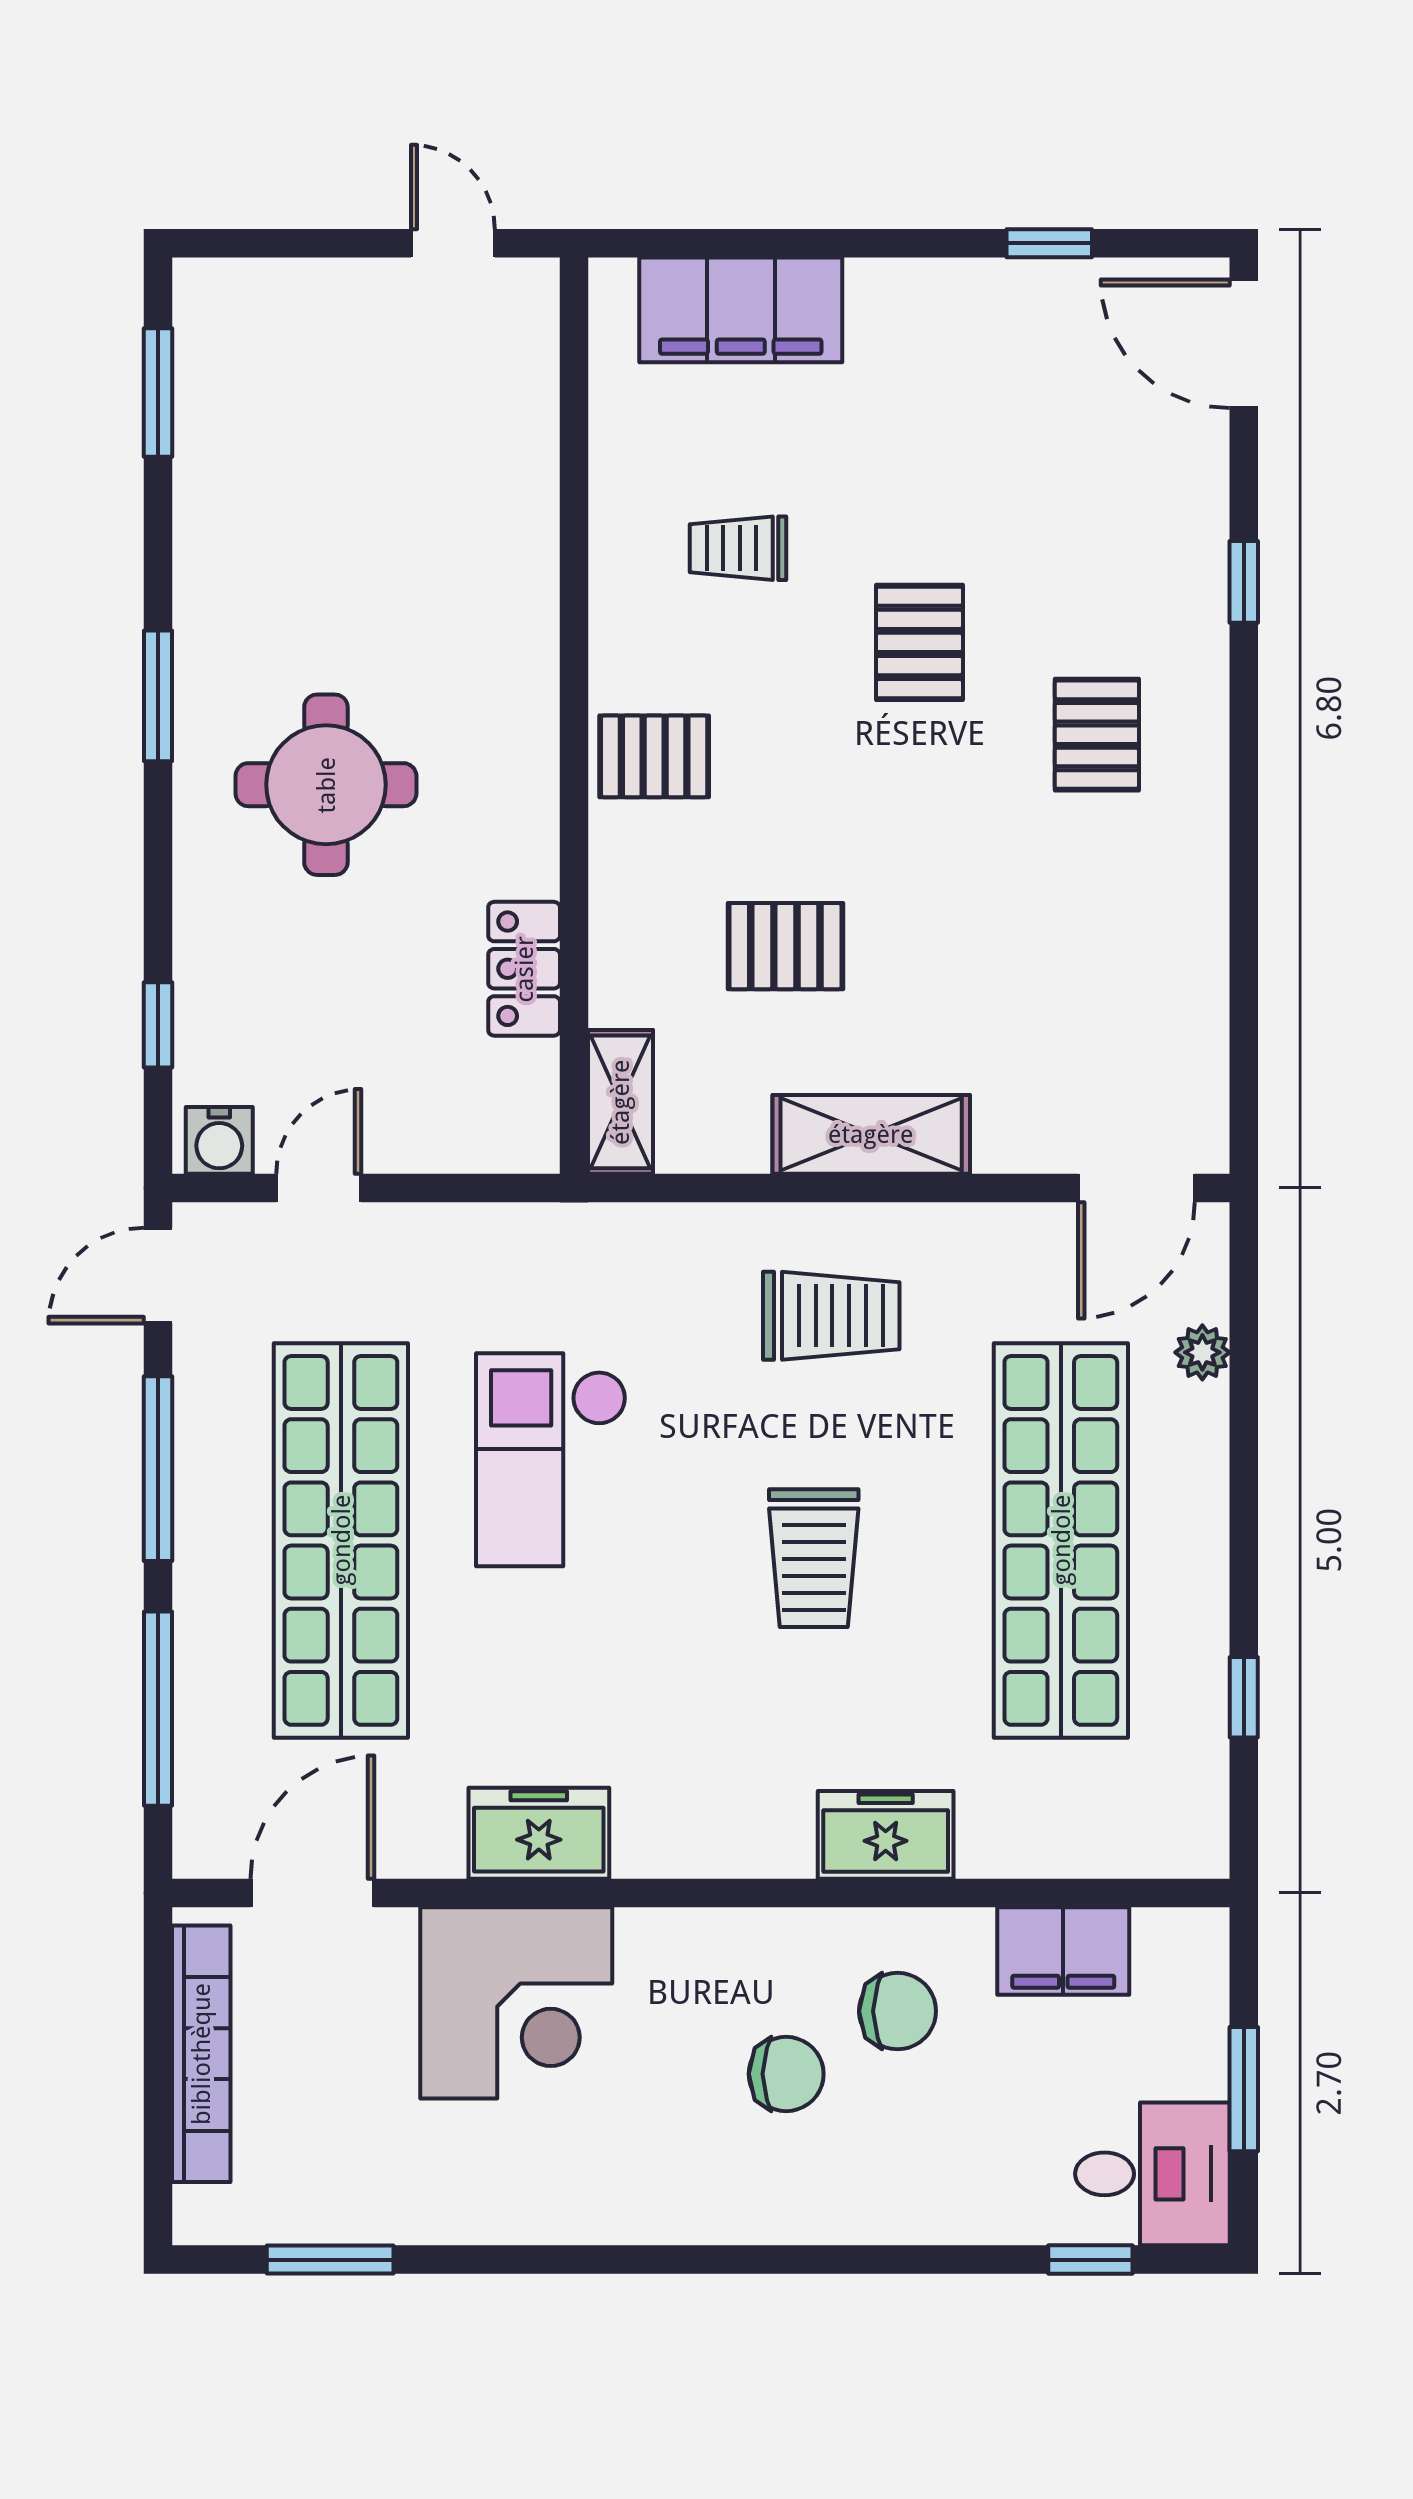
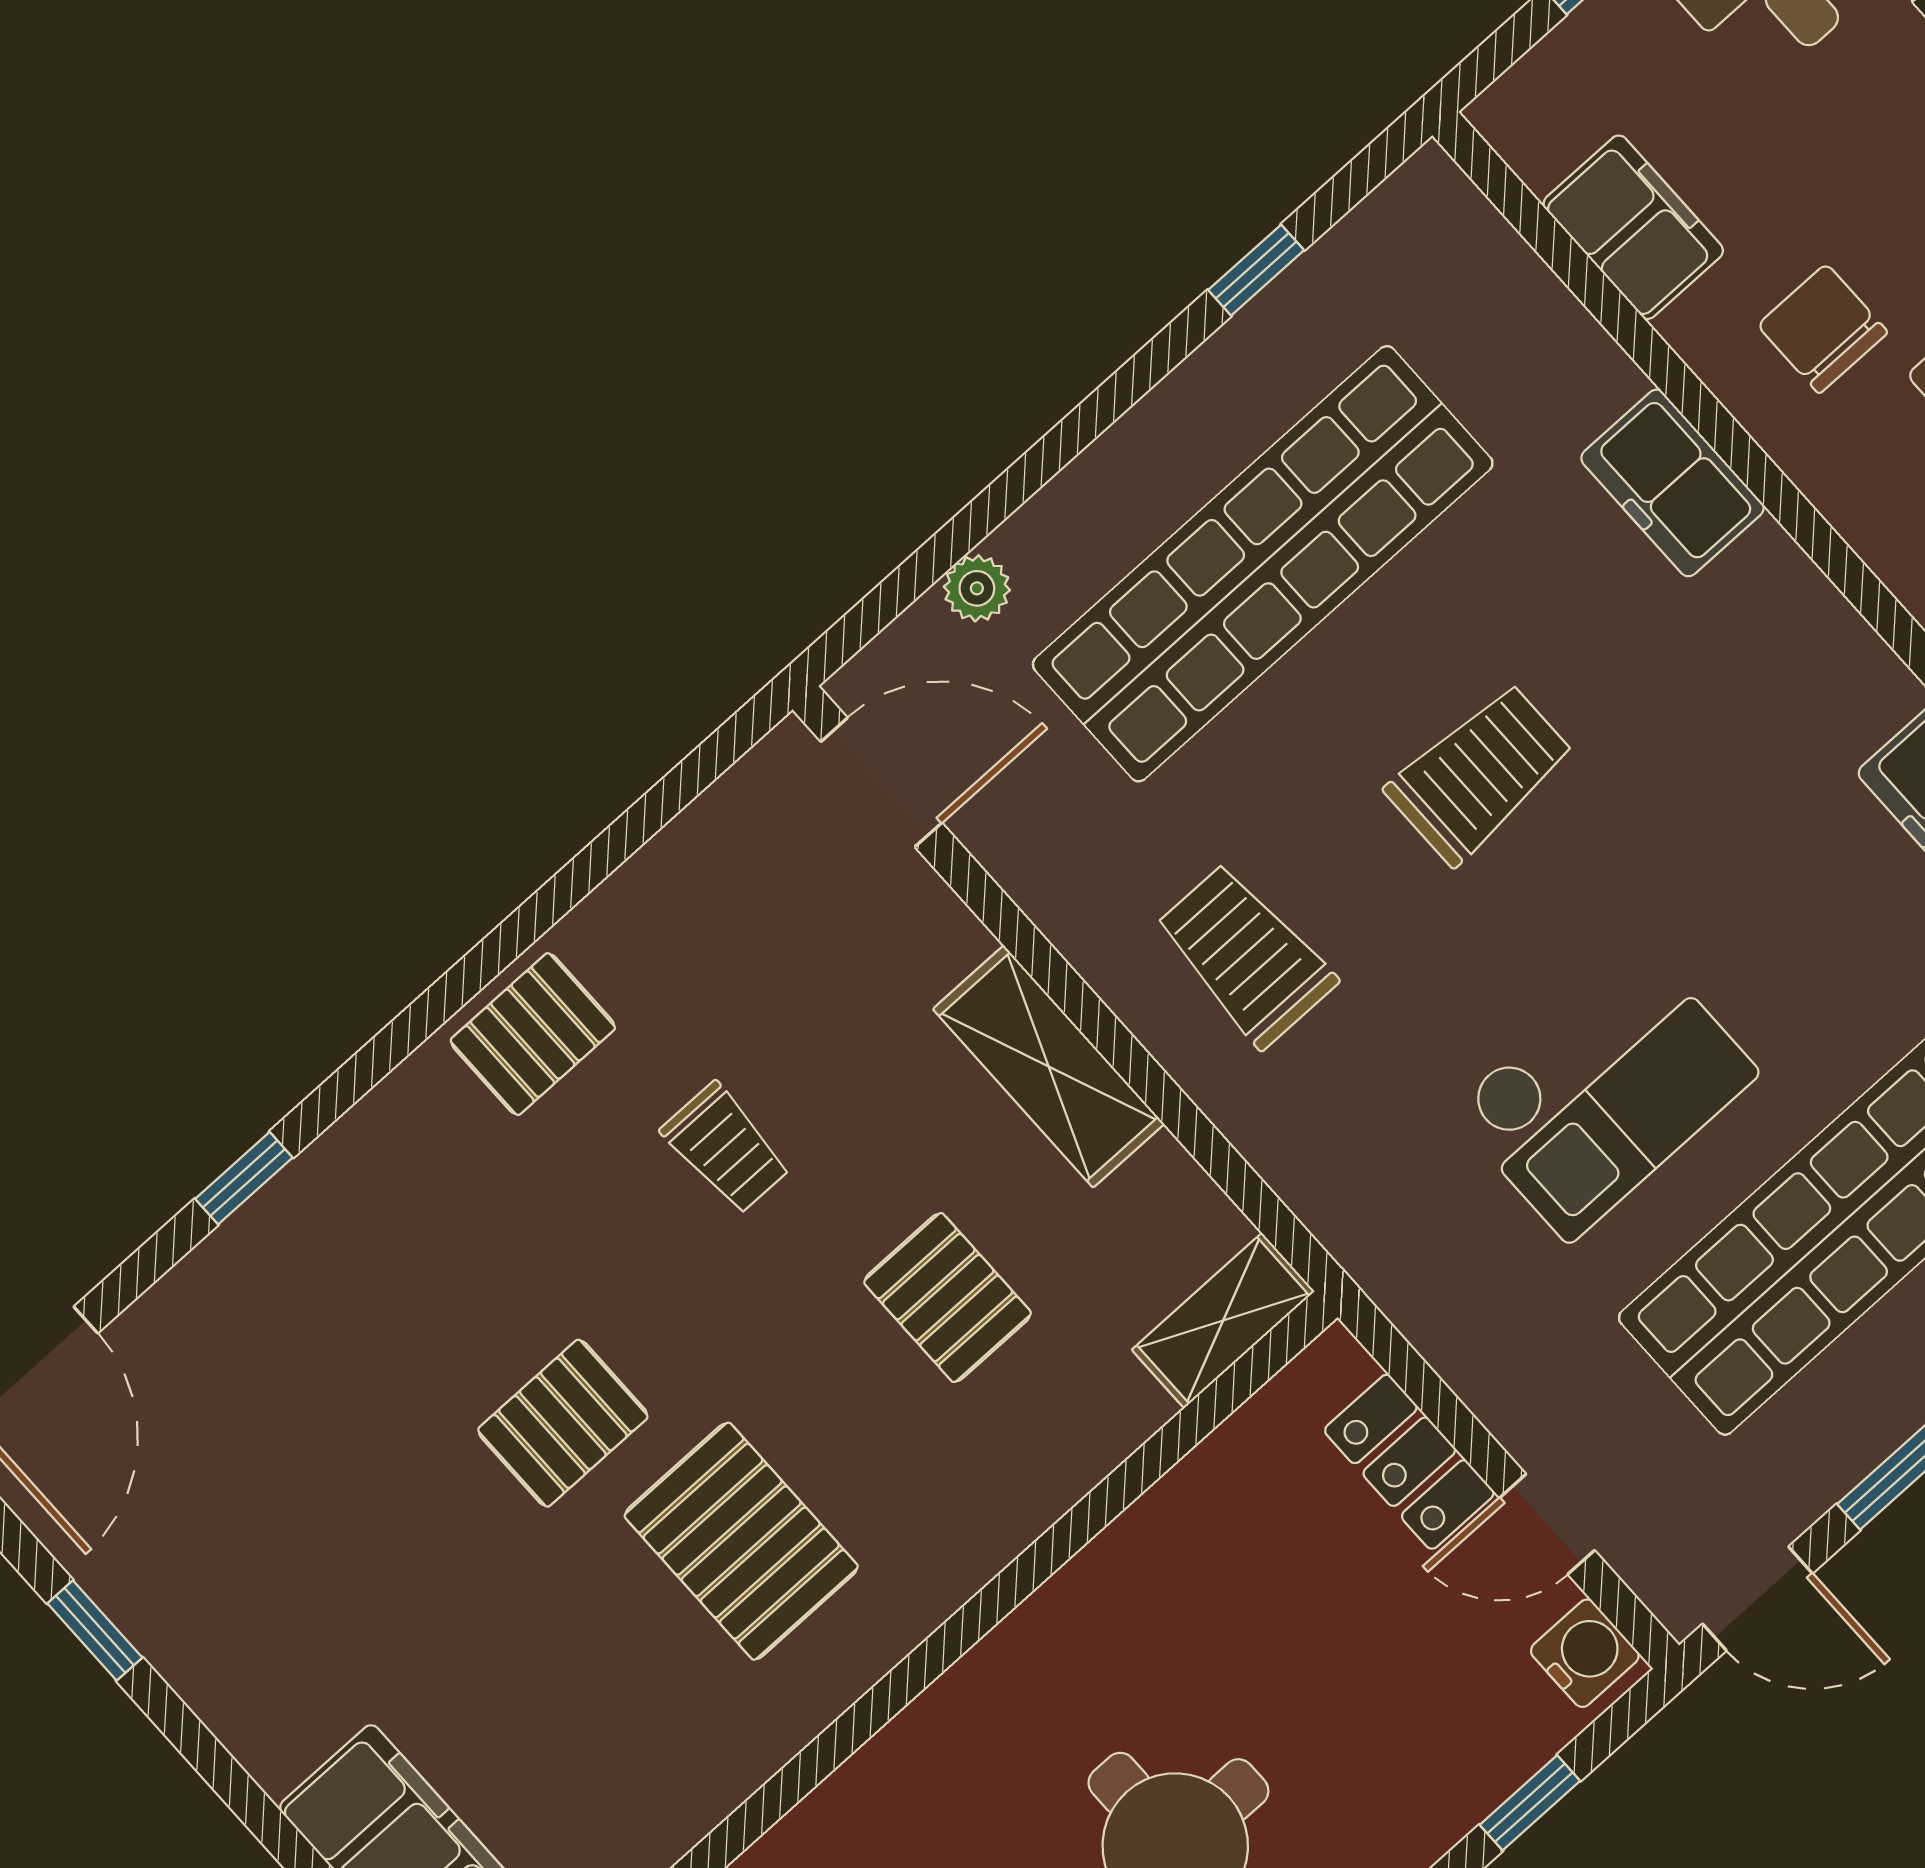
trolley: (738, 548) -> (726, 1148), moved
pallet: (1097, 735) -> (533, 1034), moved
pallet: (654, 756) -> (741, 1541), moved, width x1.50, depth x1.42
locker: (524, 969) -> (1409, 1462), moved, turned 90

